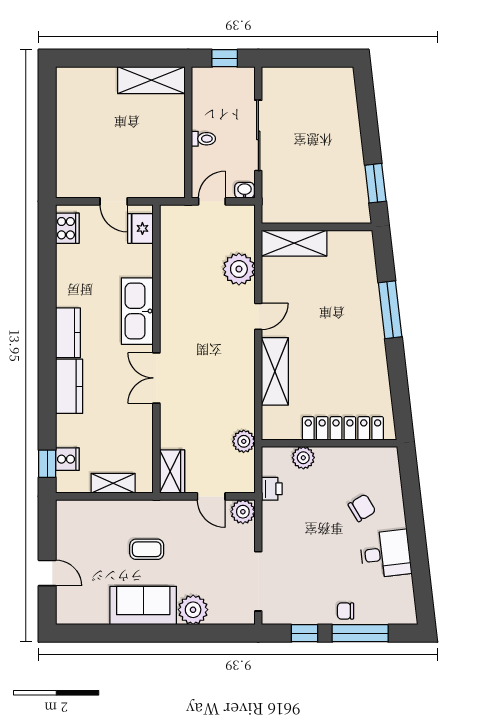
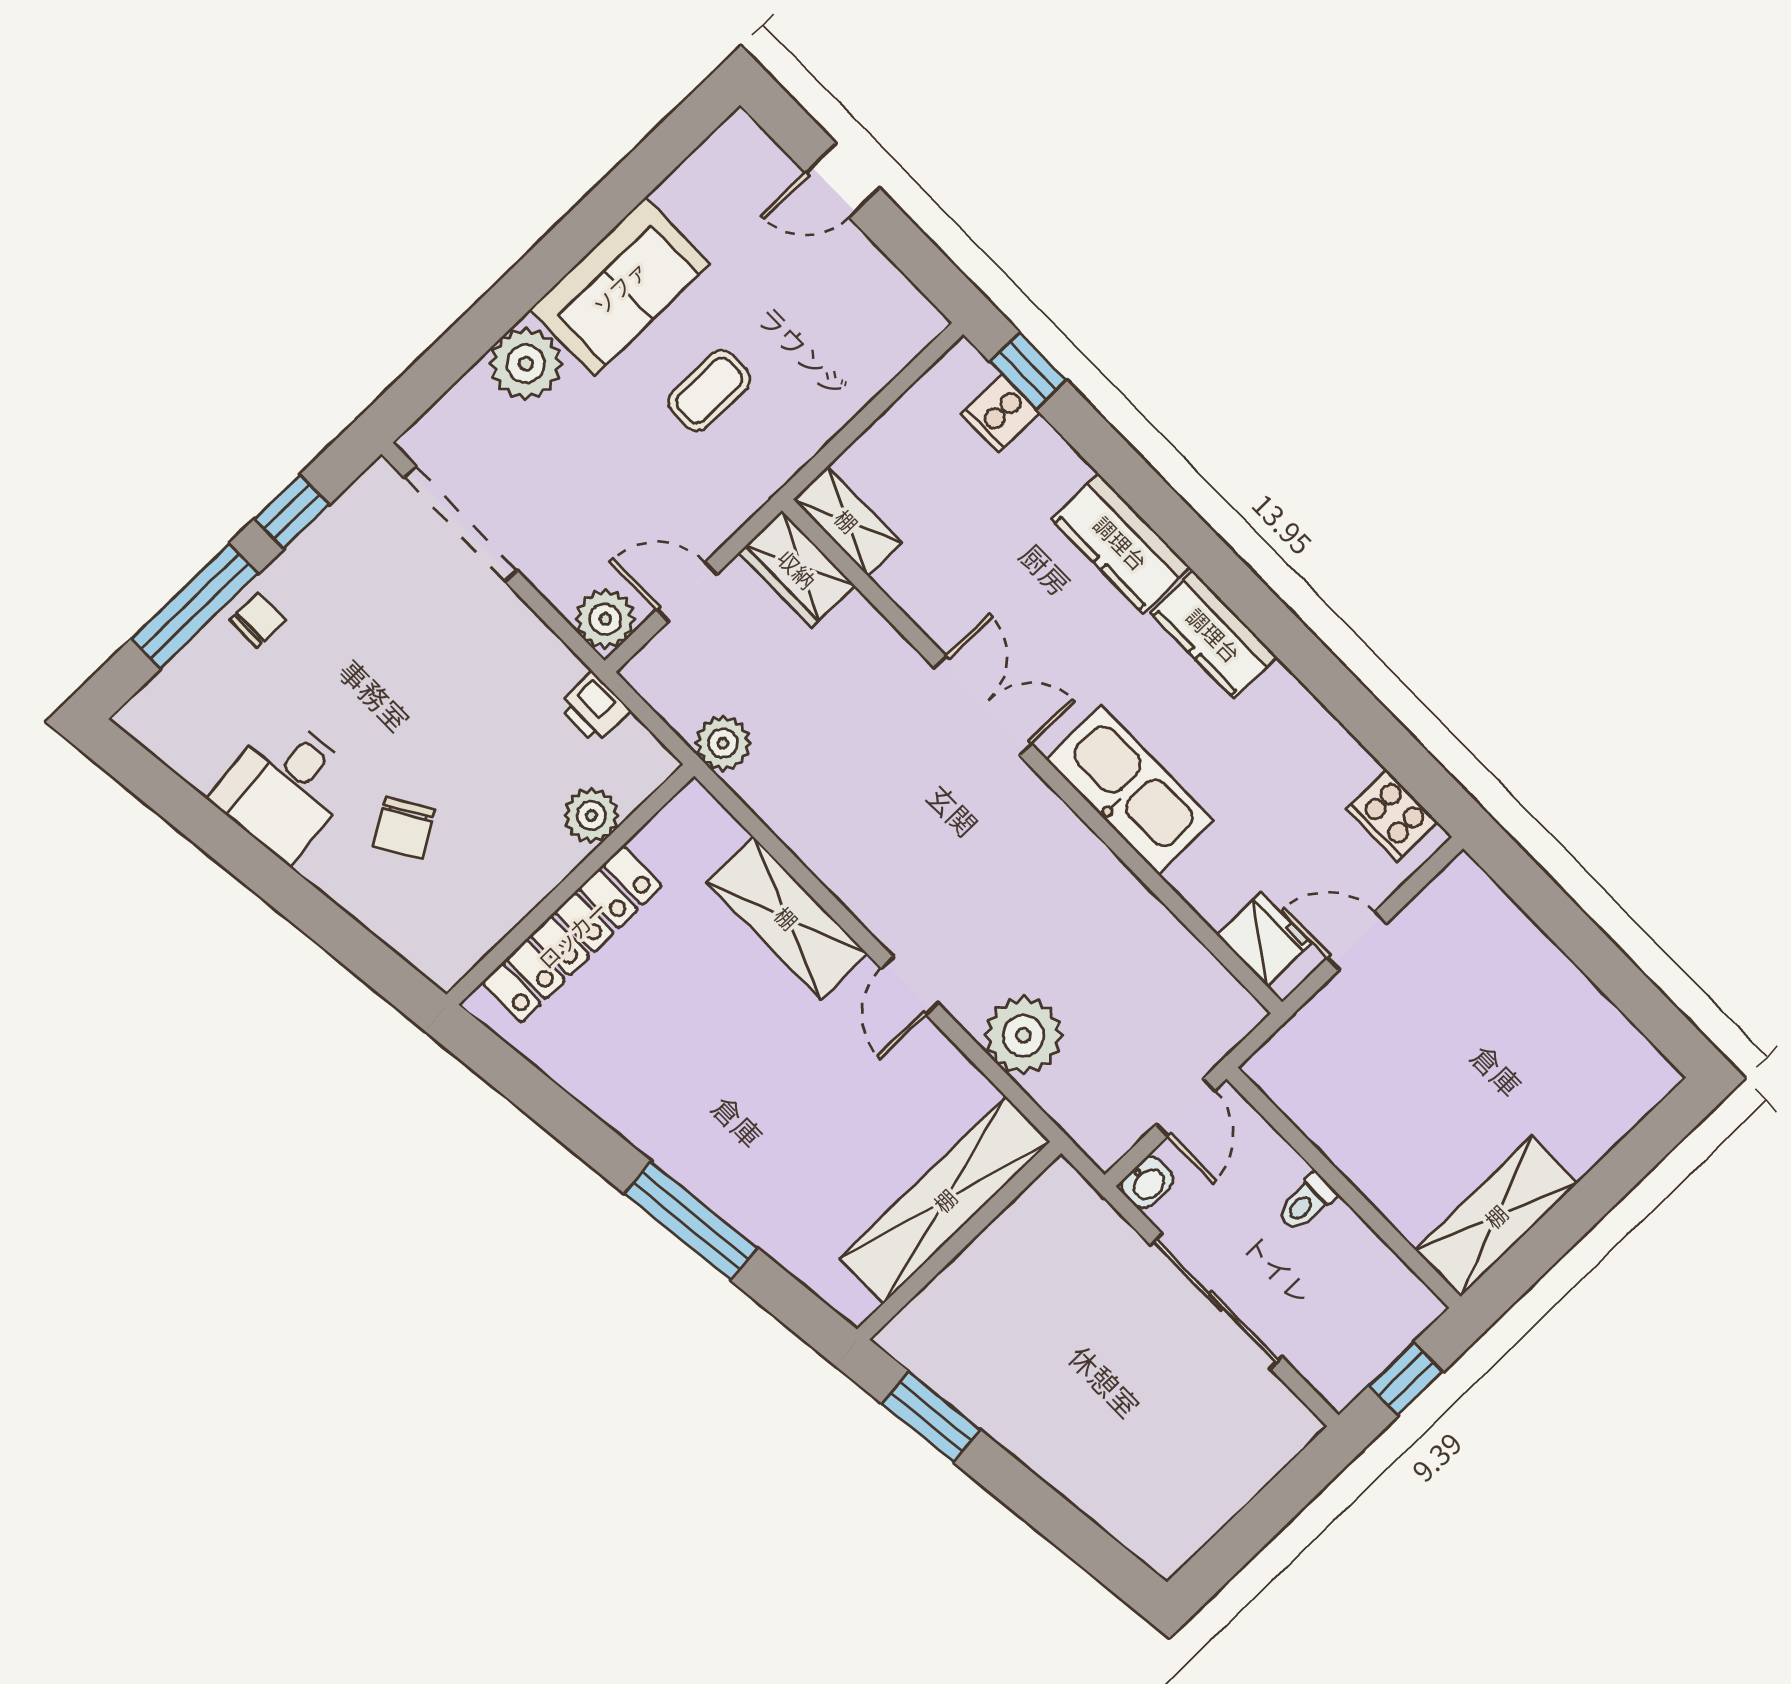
shelving: (294, 243) -> (945, 1200), width x1.47
shelving: (113, 483) -> (847, 521), moved, turned 90

